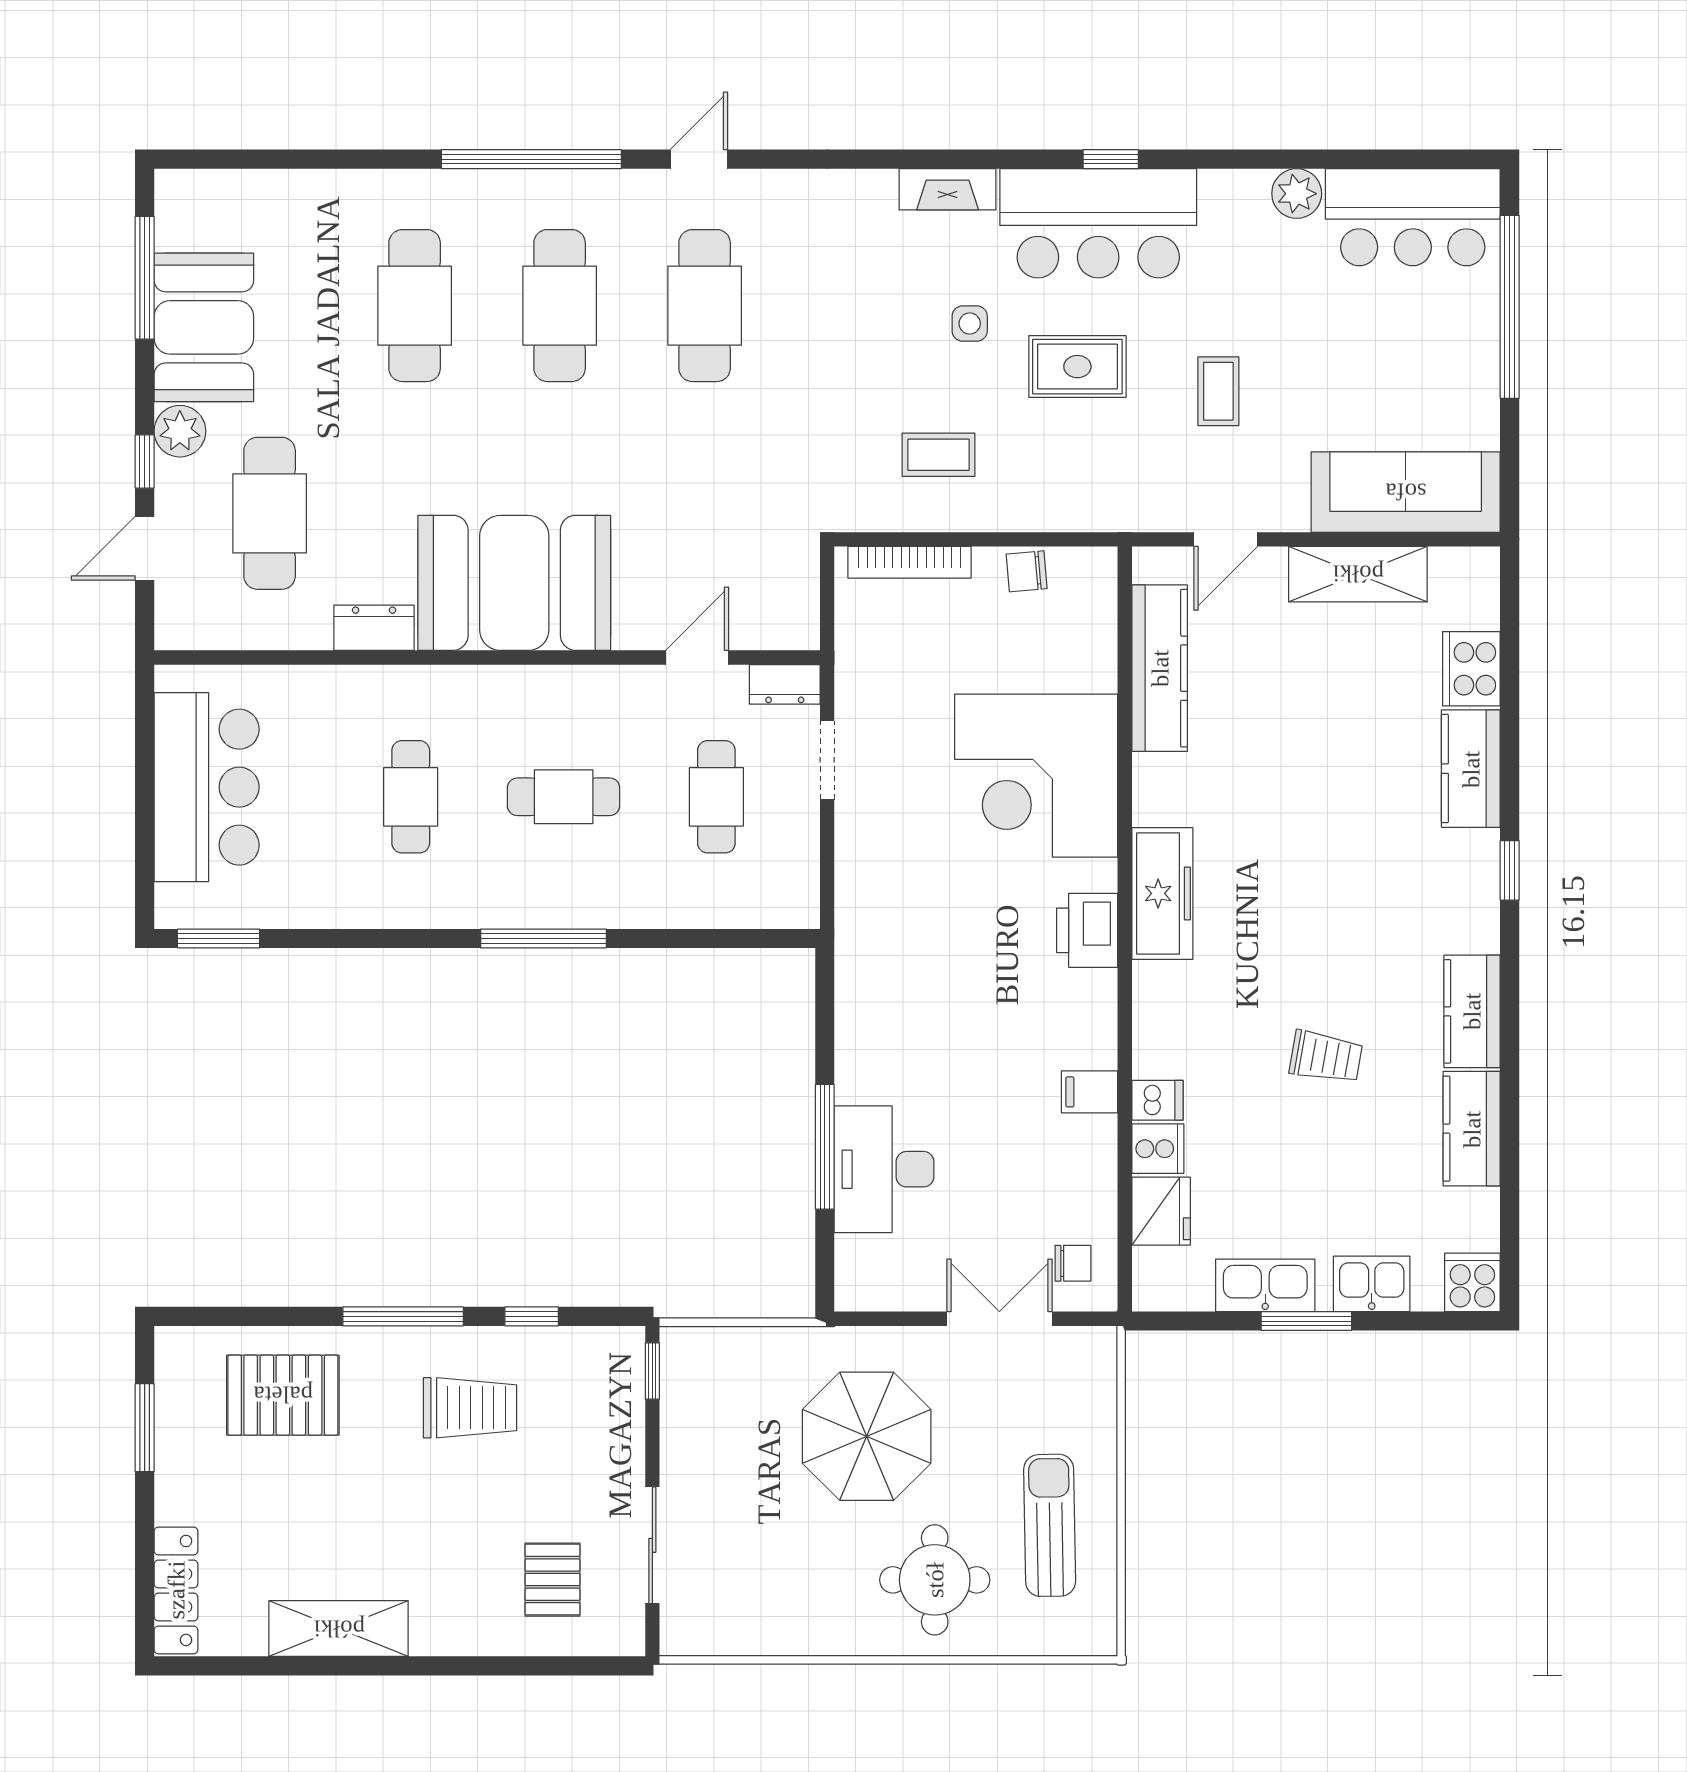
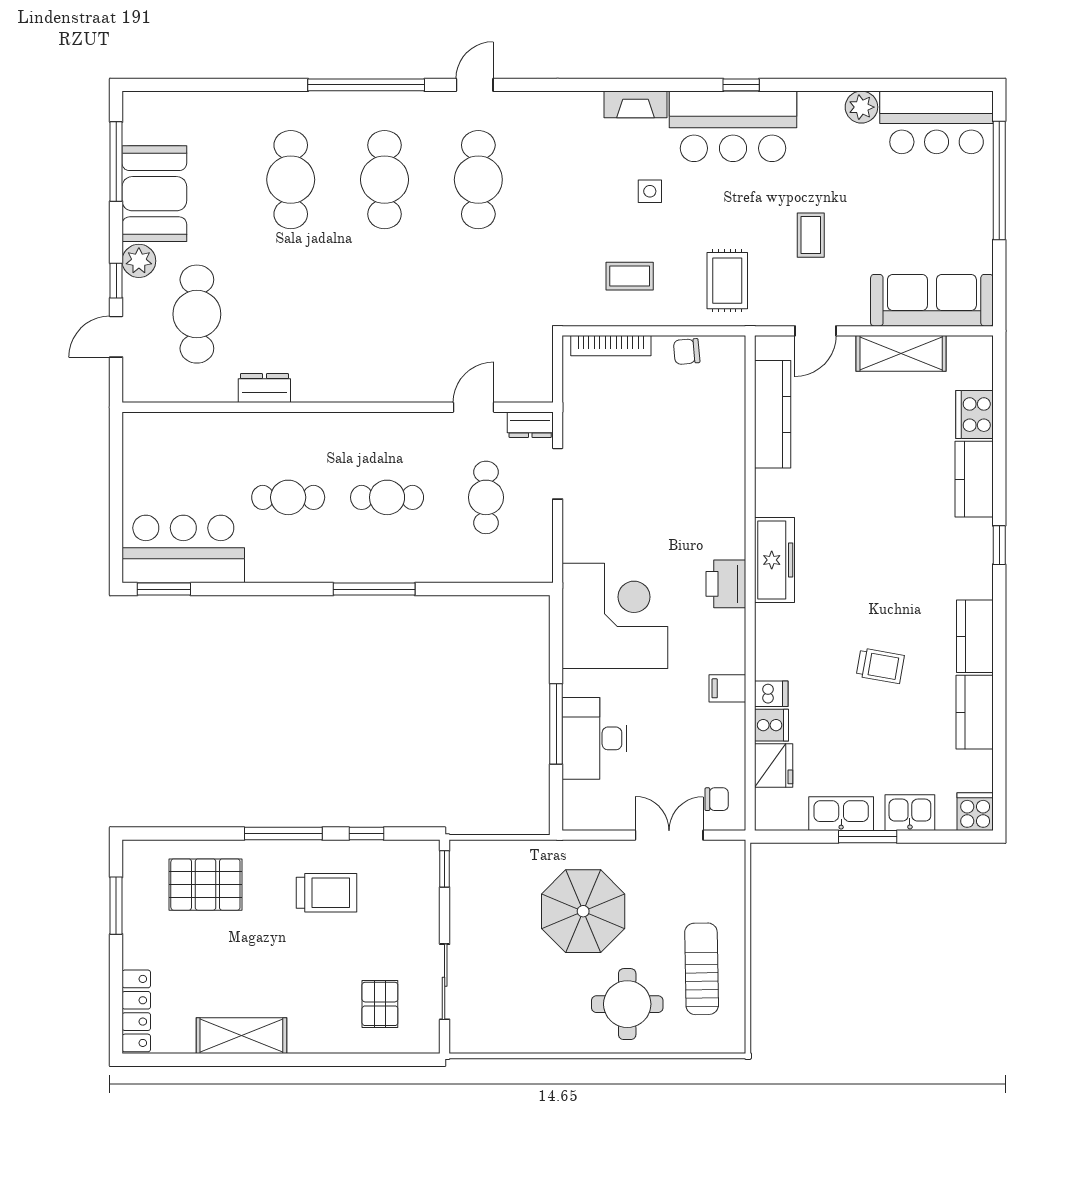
rug: (1077, 367) -> (727, 281), moved, turned 90
booth: (514, 583) -> (355, 359), removed
corner desk: (1036, 776) -> (615, 616), moved, turned 180
bar counter: (207, 787) -> (183, 549), moved, turned -90
cafe table: (411, 797) -> (288, 497), turned 90

